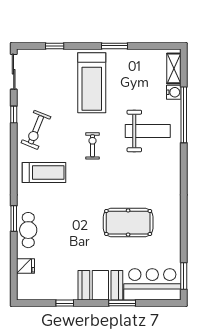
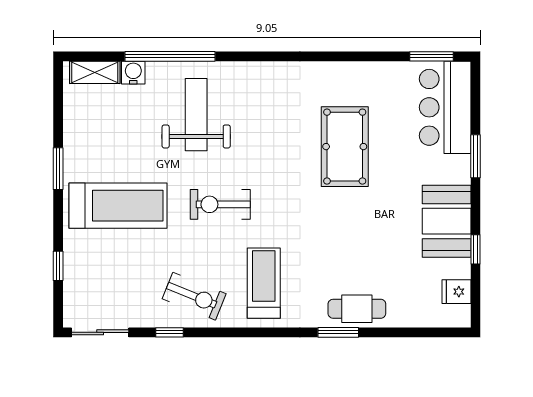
exercise bike: (93, 146) -> (220, 204), width x1.38, depth x1.39
fridge: (25, 266) -> (456, 292), moved, turned -90
booth: (100, 285) -> (447, 221), moved

